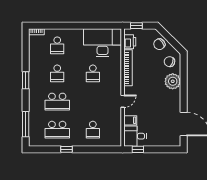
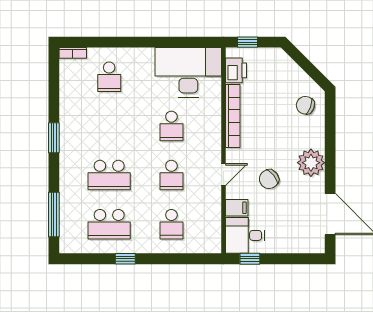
chair: (159, 44) -> (269, 179), moved
school desk: (57, 73) -> (171, 175), moved
plant: (173, 81) -> (311, 163), moved

